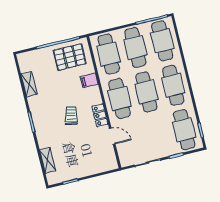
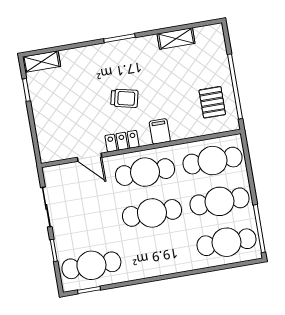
pallet: (70, 57) -> (212, 102), width x0.67, depth x0.71
filing cabinet: (89, 80) -> (160, 131), moved
cafe table: (173, 85) -> (159, 254), removed
door: (112, 136) -> (89, 157), hinge flipped
shelving: (48, 160) -> (42, 62), moved

